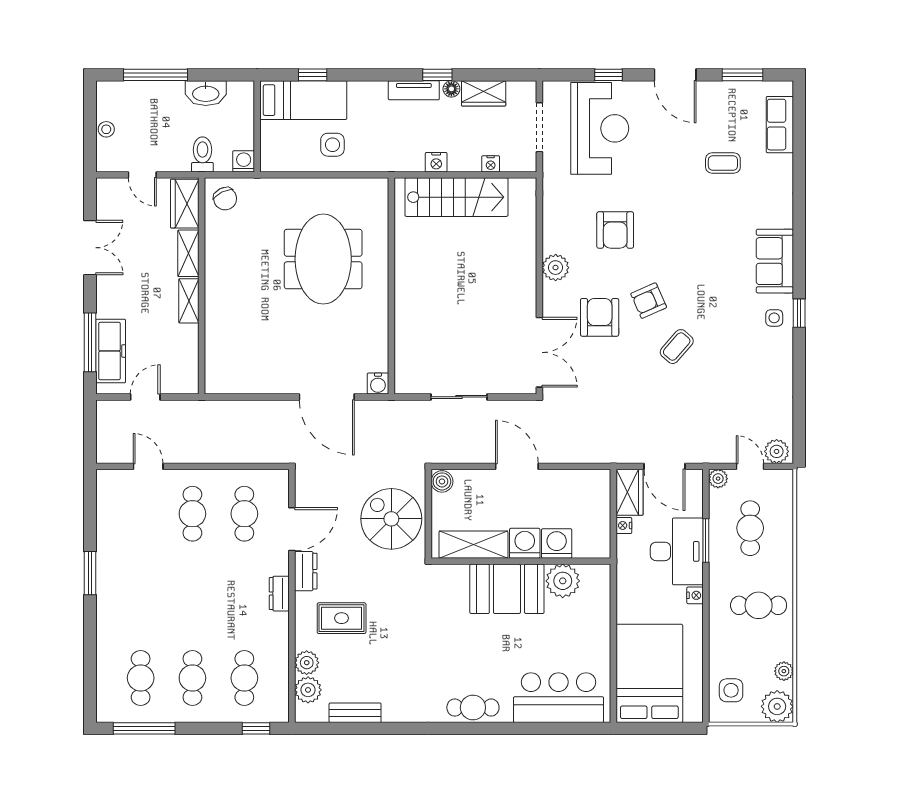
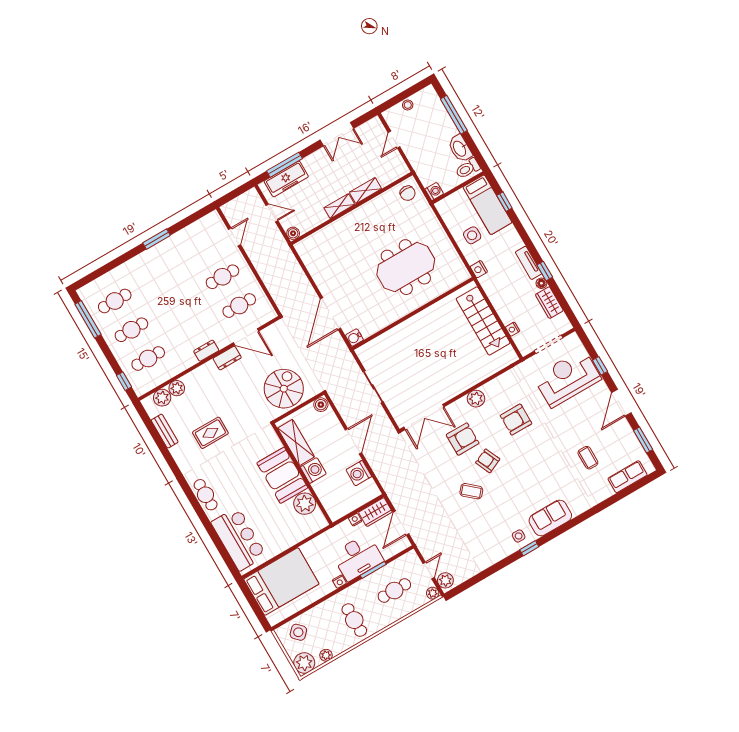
reception desk: (600, 128) -> (567, 378), turned 180
toilet: (202, 154) -> (468, 168), moved, turned 180
nightstand: (436, 162) -> (479, 269), moved
chair: (225, 199) -> (408, 193), turned -64
wardrobe: (185, 204) -> (392, 172), removed
boiler: (189, 384) -> (293, 233), added
plant: (718, 479) -> (433, 593), moved
washing machine: (557, 543) -> (359, 473), moved, turned 180
rug: (342, 618) -> (210, 433), moved, turned 90
side table: (731, 690) -> (298, 632), turned 45

